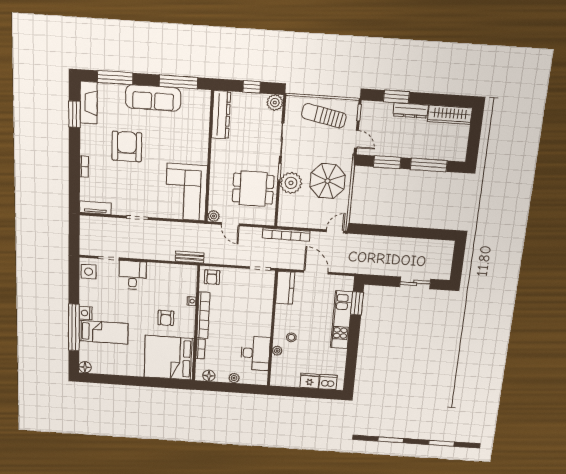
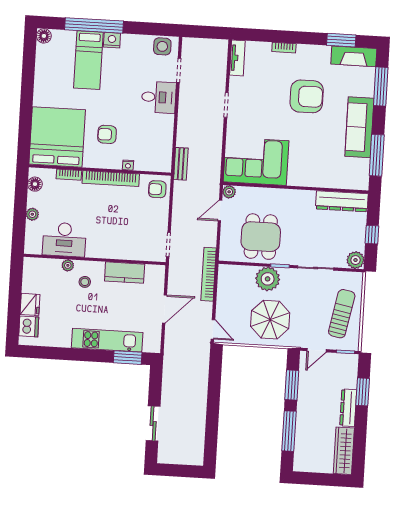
kitchen counter: (285, 288) -> (125, 273), moved

